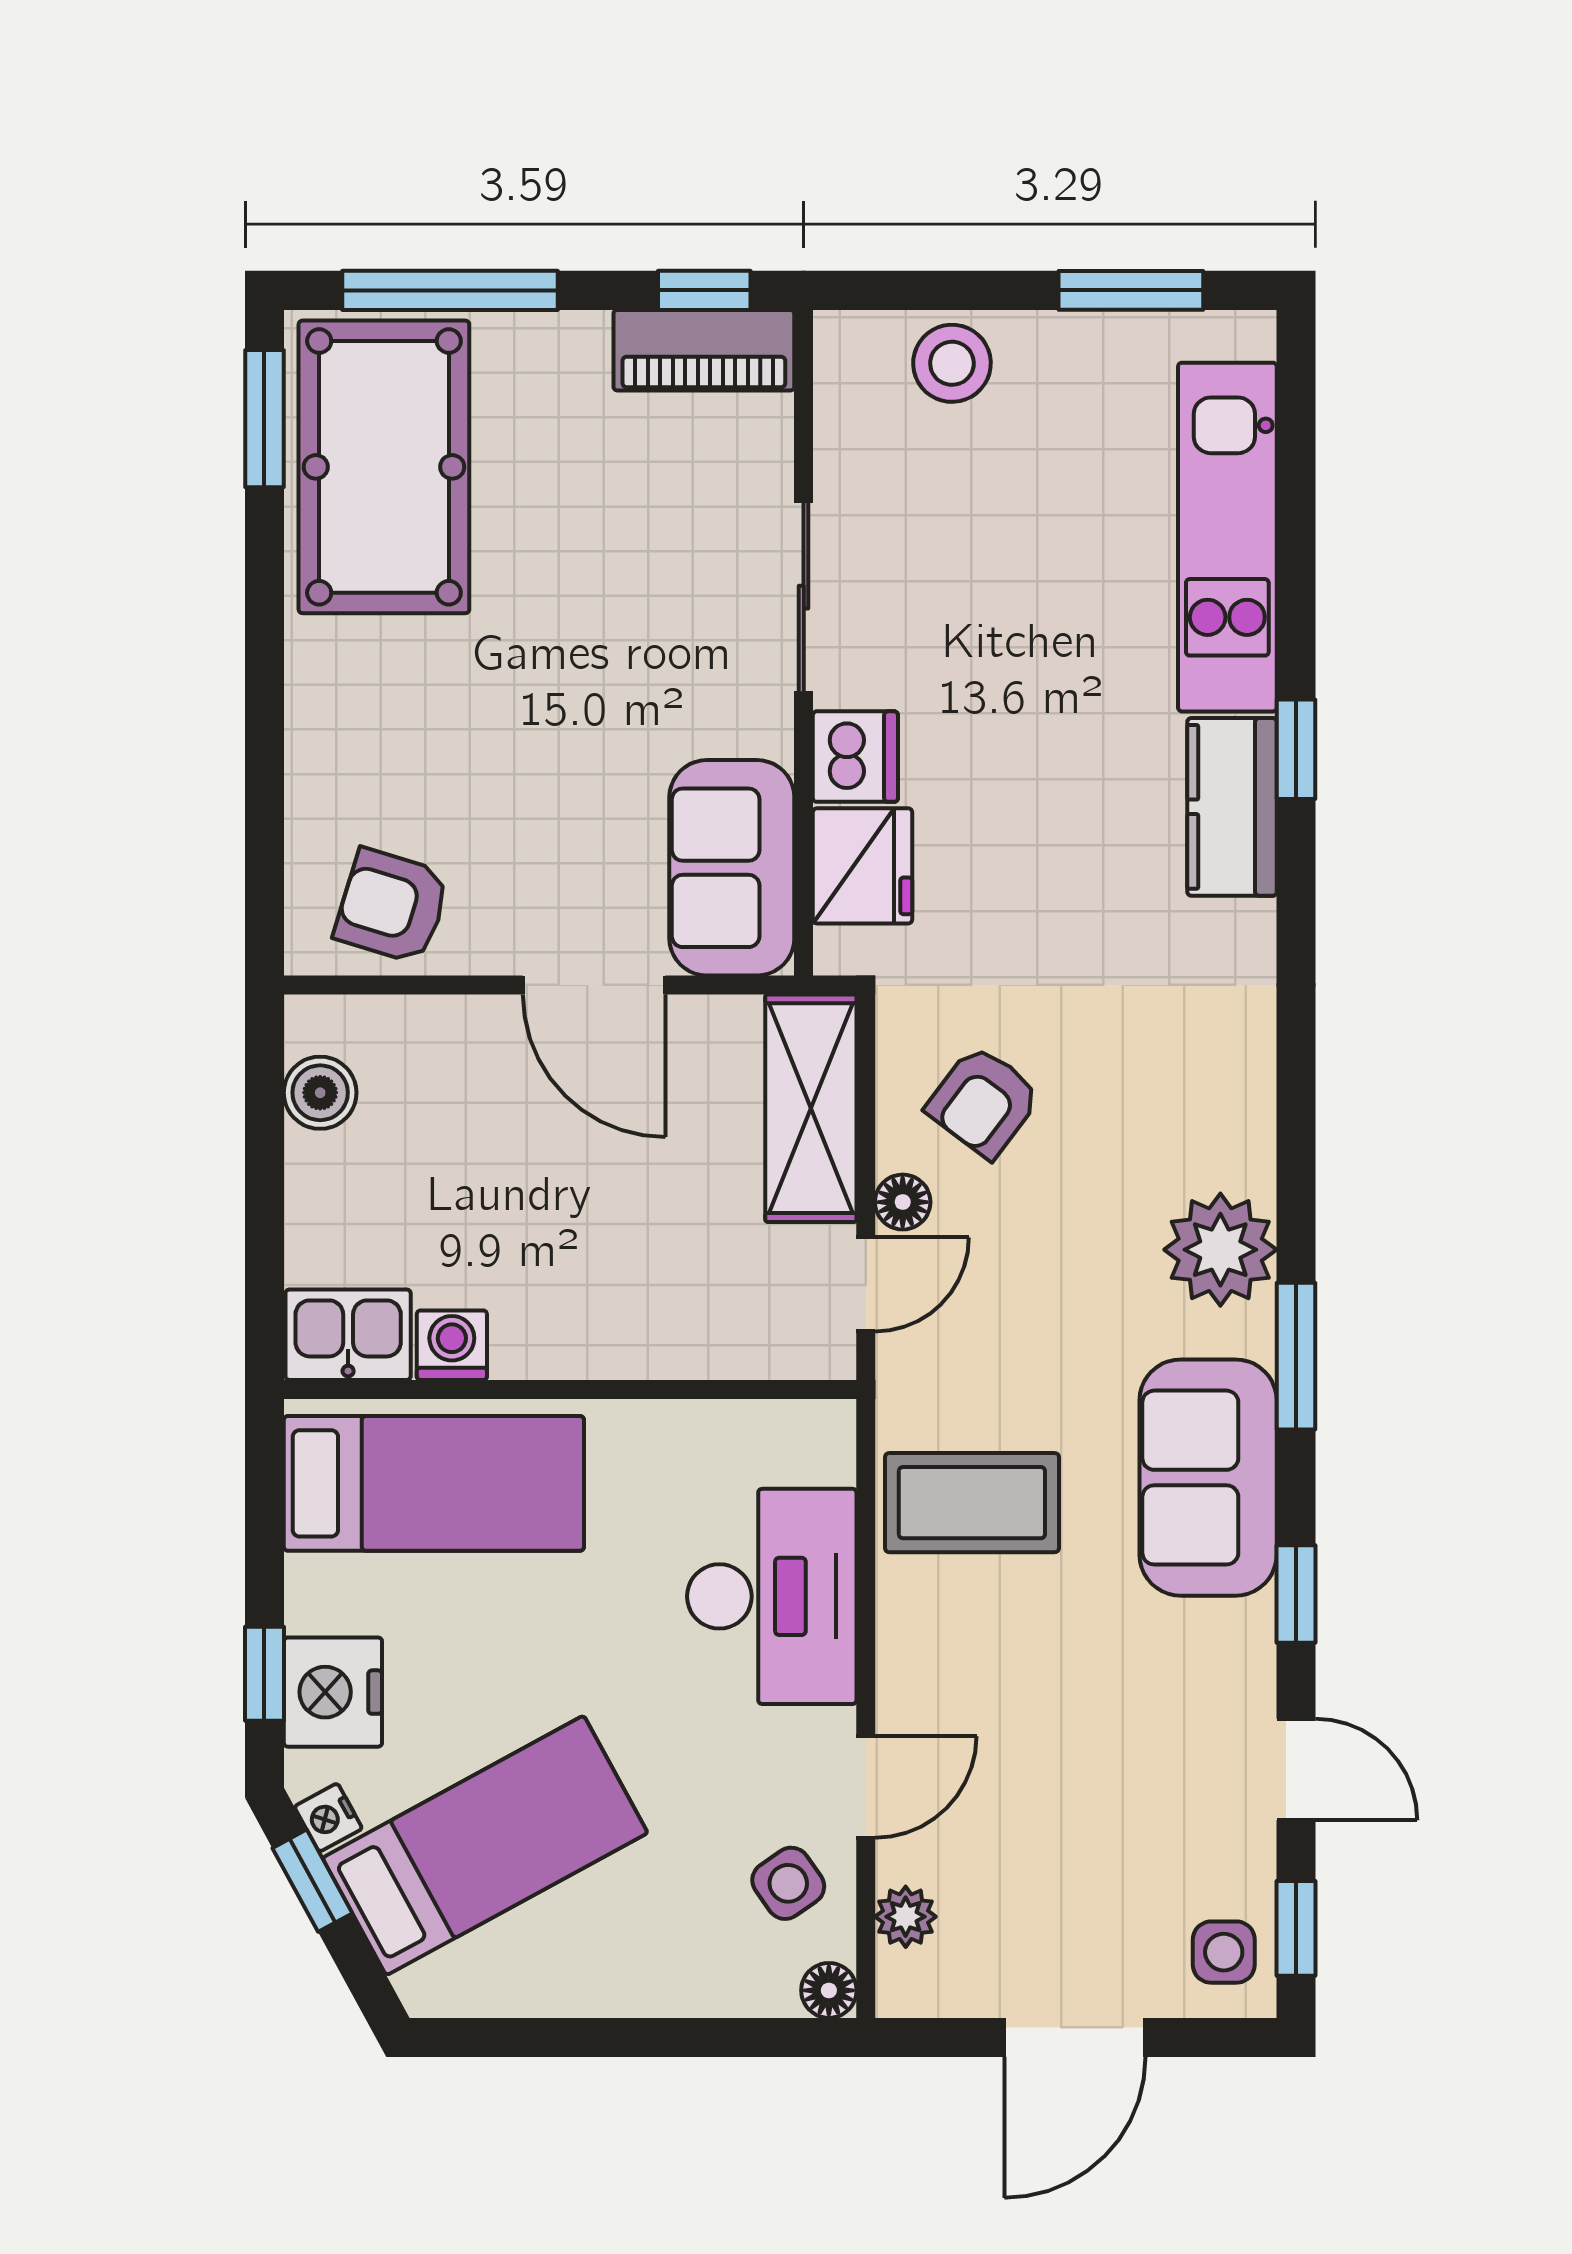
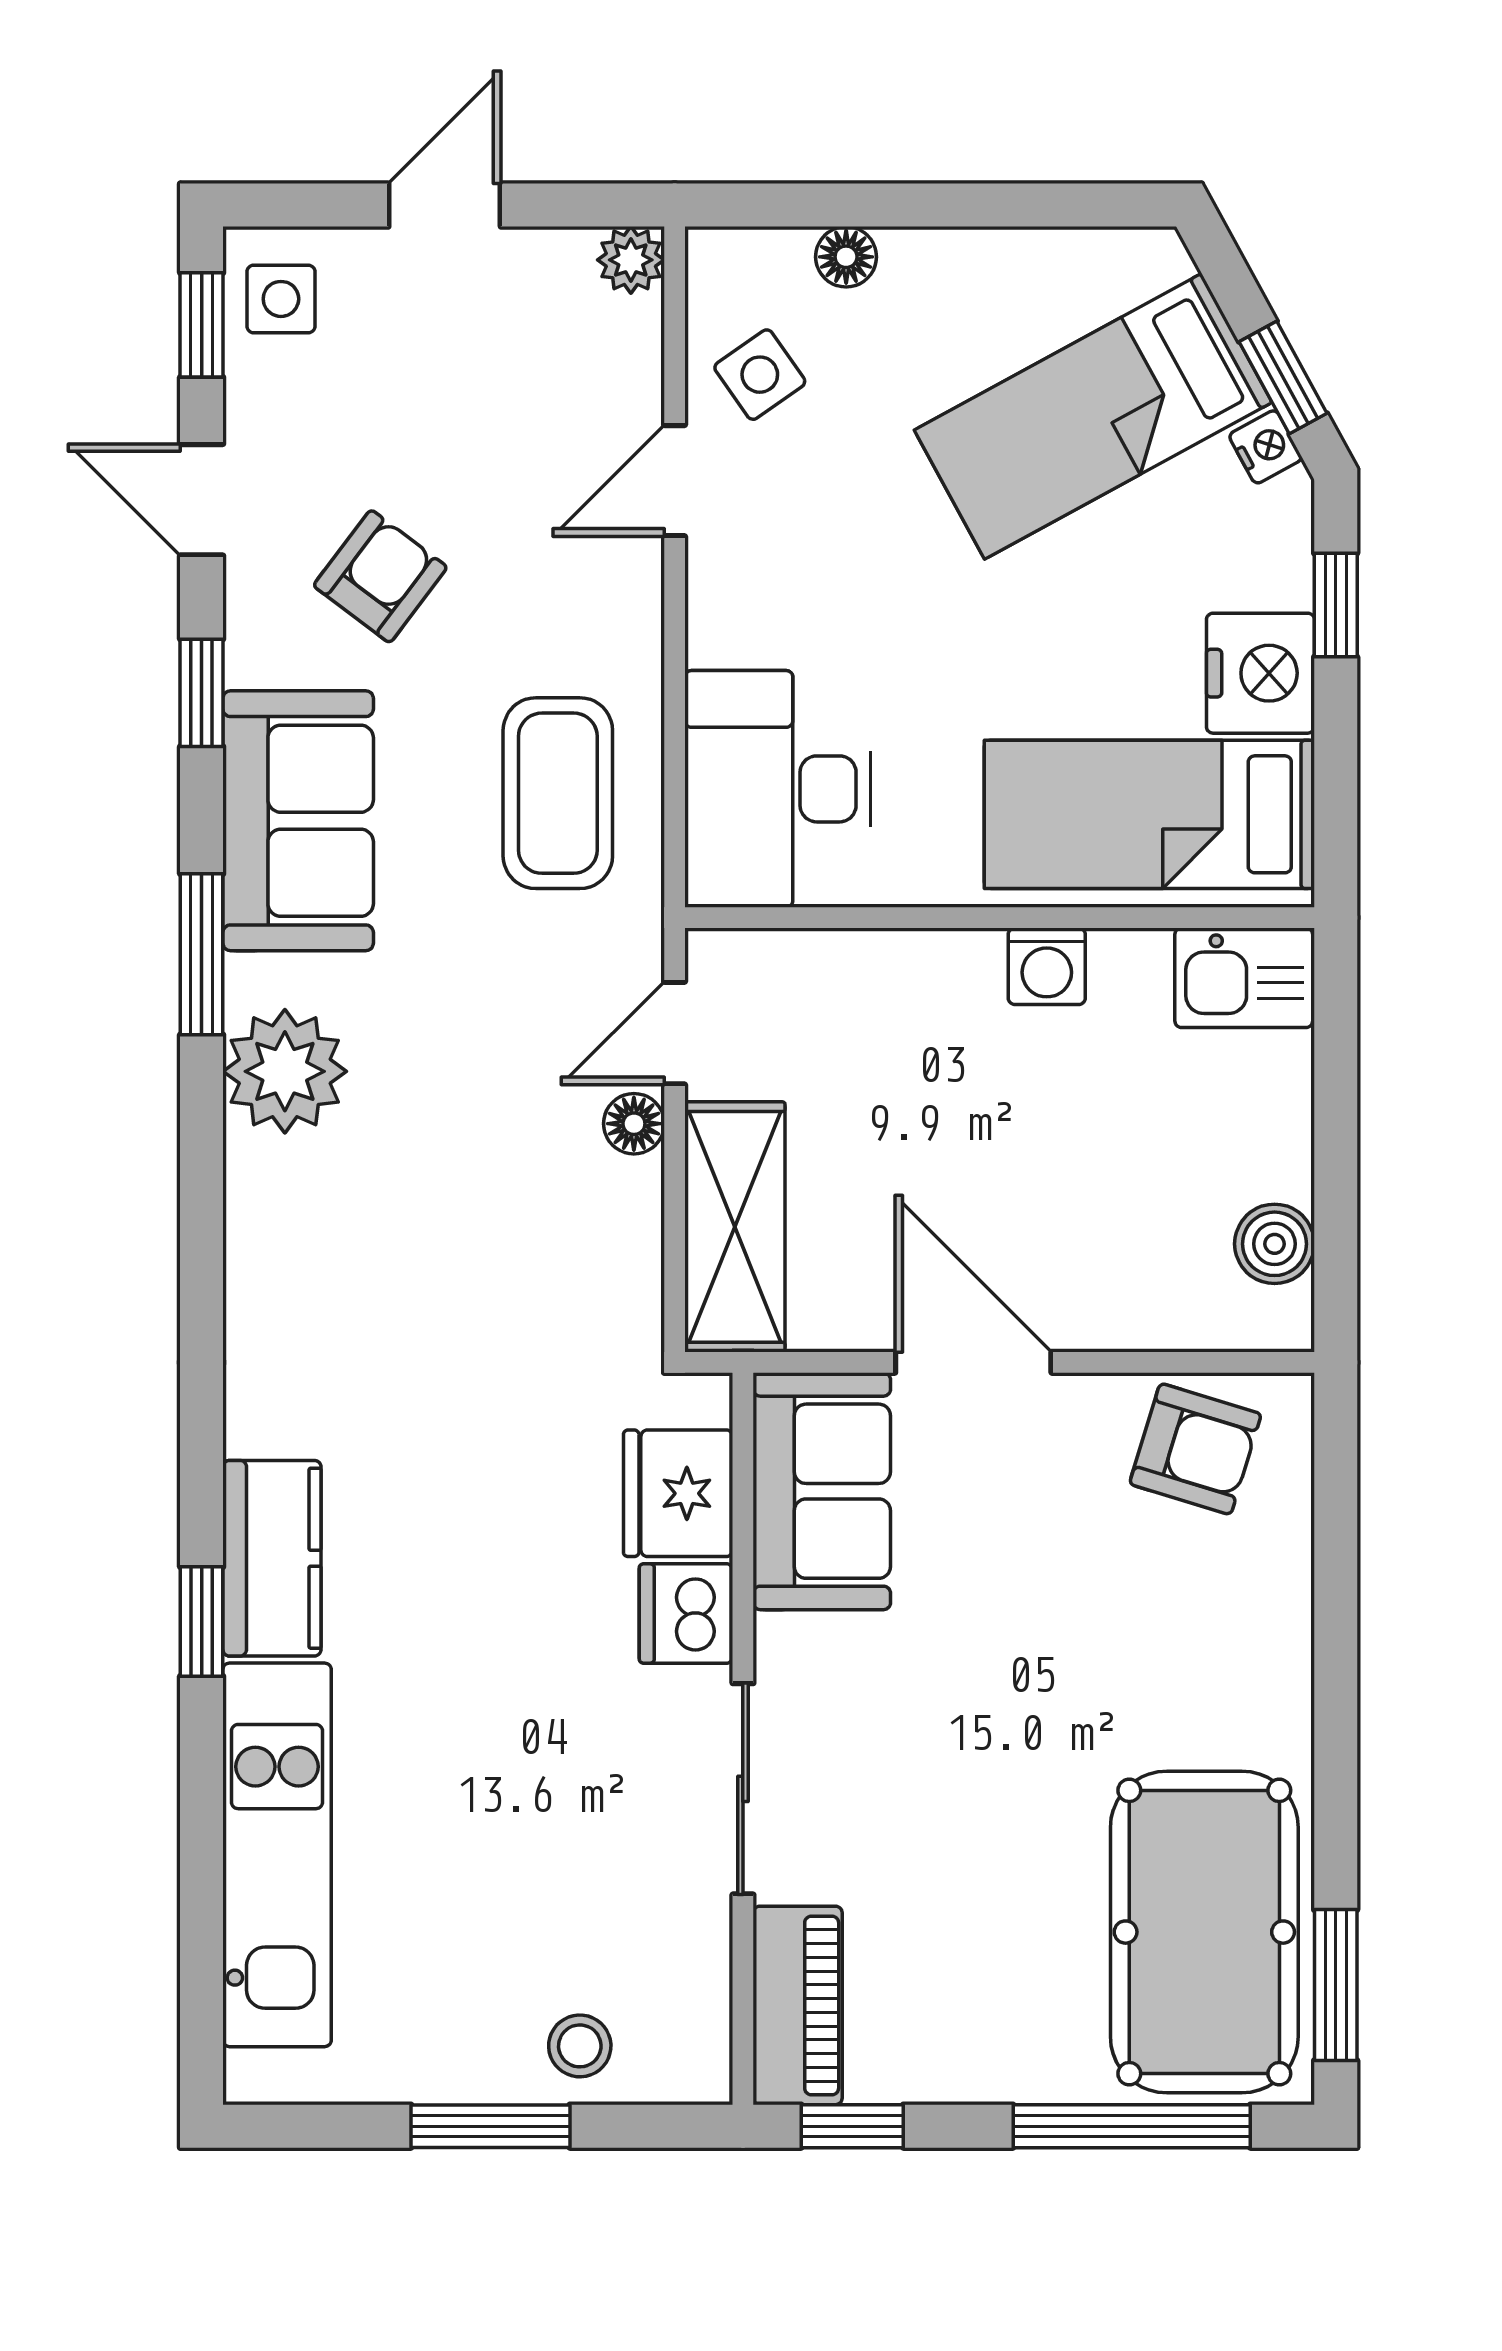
window: (1131, 290) -> (490, 2126), moved
piano: (704, 350) -> (798, 2005), moved, turned 90
stool: (952, 363) -> (580, 2046), width x0.73, depth x0.73
armchair: (984, 1102) -> (380, 576), moved
washing machine: (452, 1345) -> (1047, 966), moved
coffee table: (972, 1503) -> (558, 793), turned 90
desk: (772, 1596) -> (778, 789), moved
nightstand: (333, 1692) -> (1260, 673), moved
plant: (906, 1917) -> (631, 260), moved
floor lamp: (829, 1990) -> (846, 257), moved
door: (1075, 2037) -> (445, 205), width x0.73

